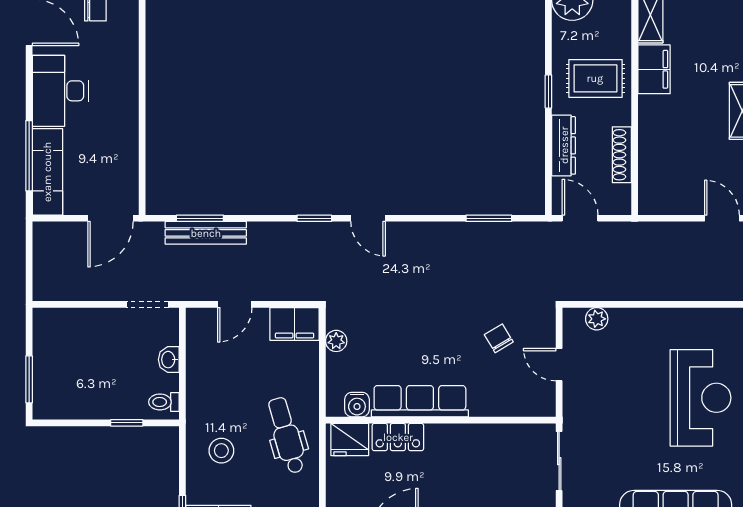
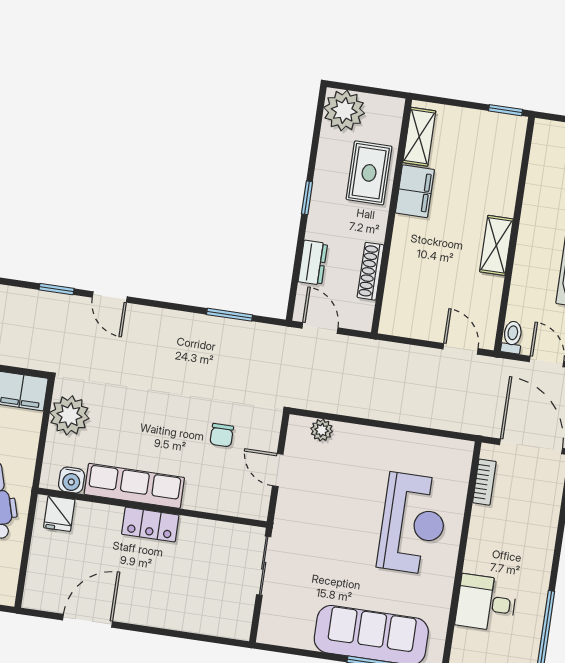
rug: (595, 78) -> (369, 173), moved, turned 90
dresser: (564, 145) -> (313, 263), width x0.70
chair: (499, 338) -> (222, 435), turned -149
plant: (336, 341) -> (69, 415), width x1.87, depth x1.87
locker: (398, 437) -> (150, 525), moved
fridge: (350, 440) -> (59, 514), width x0.72

